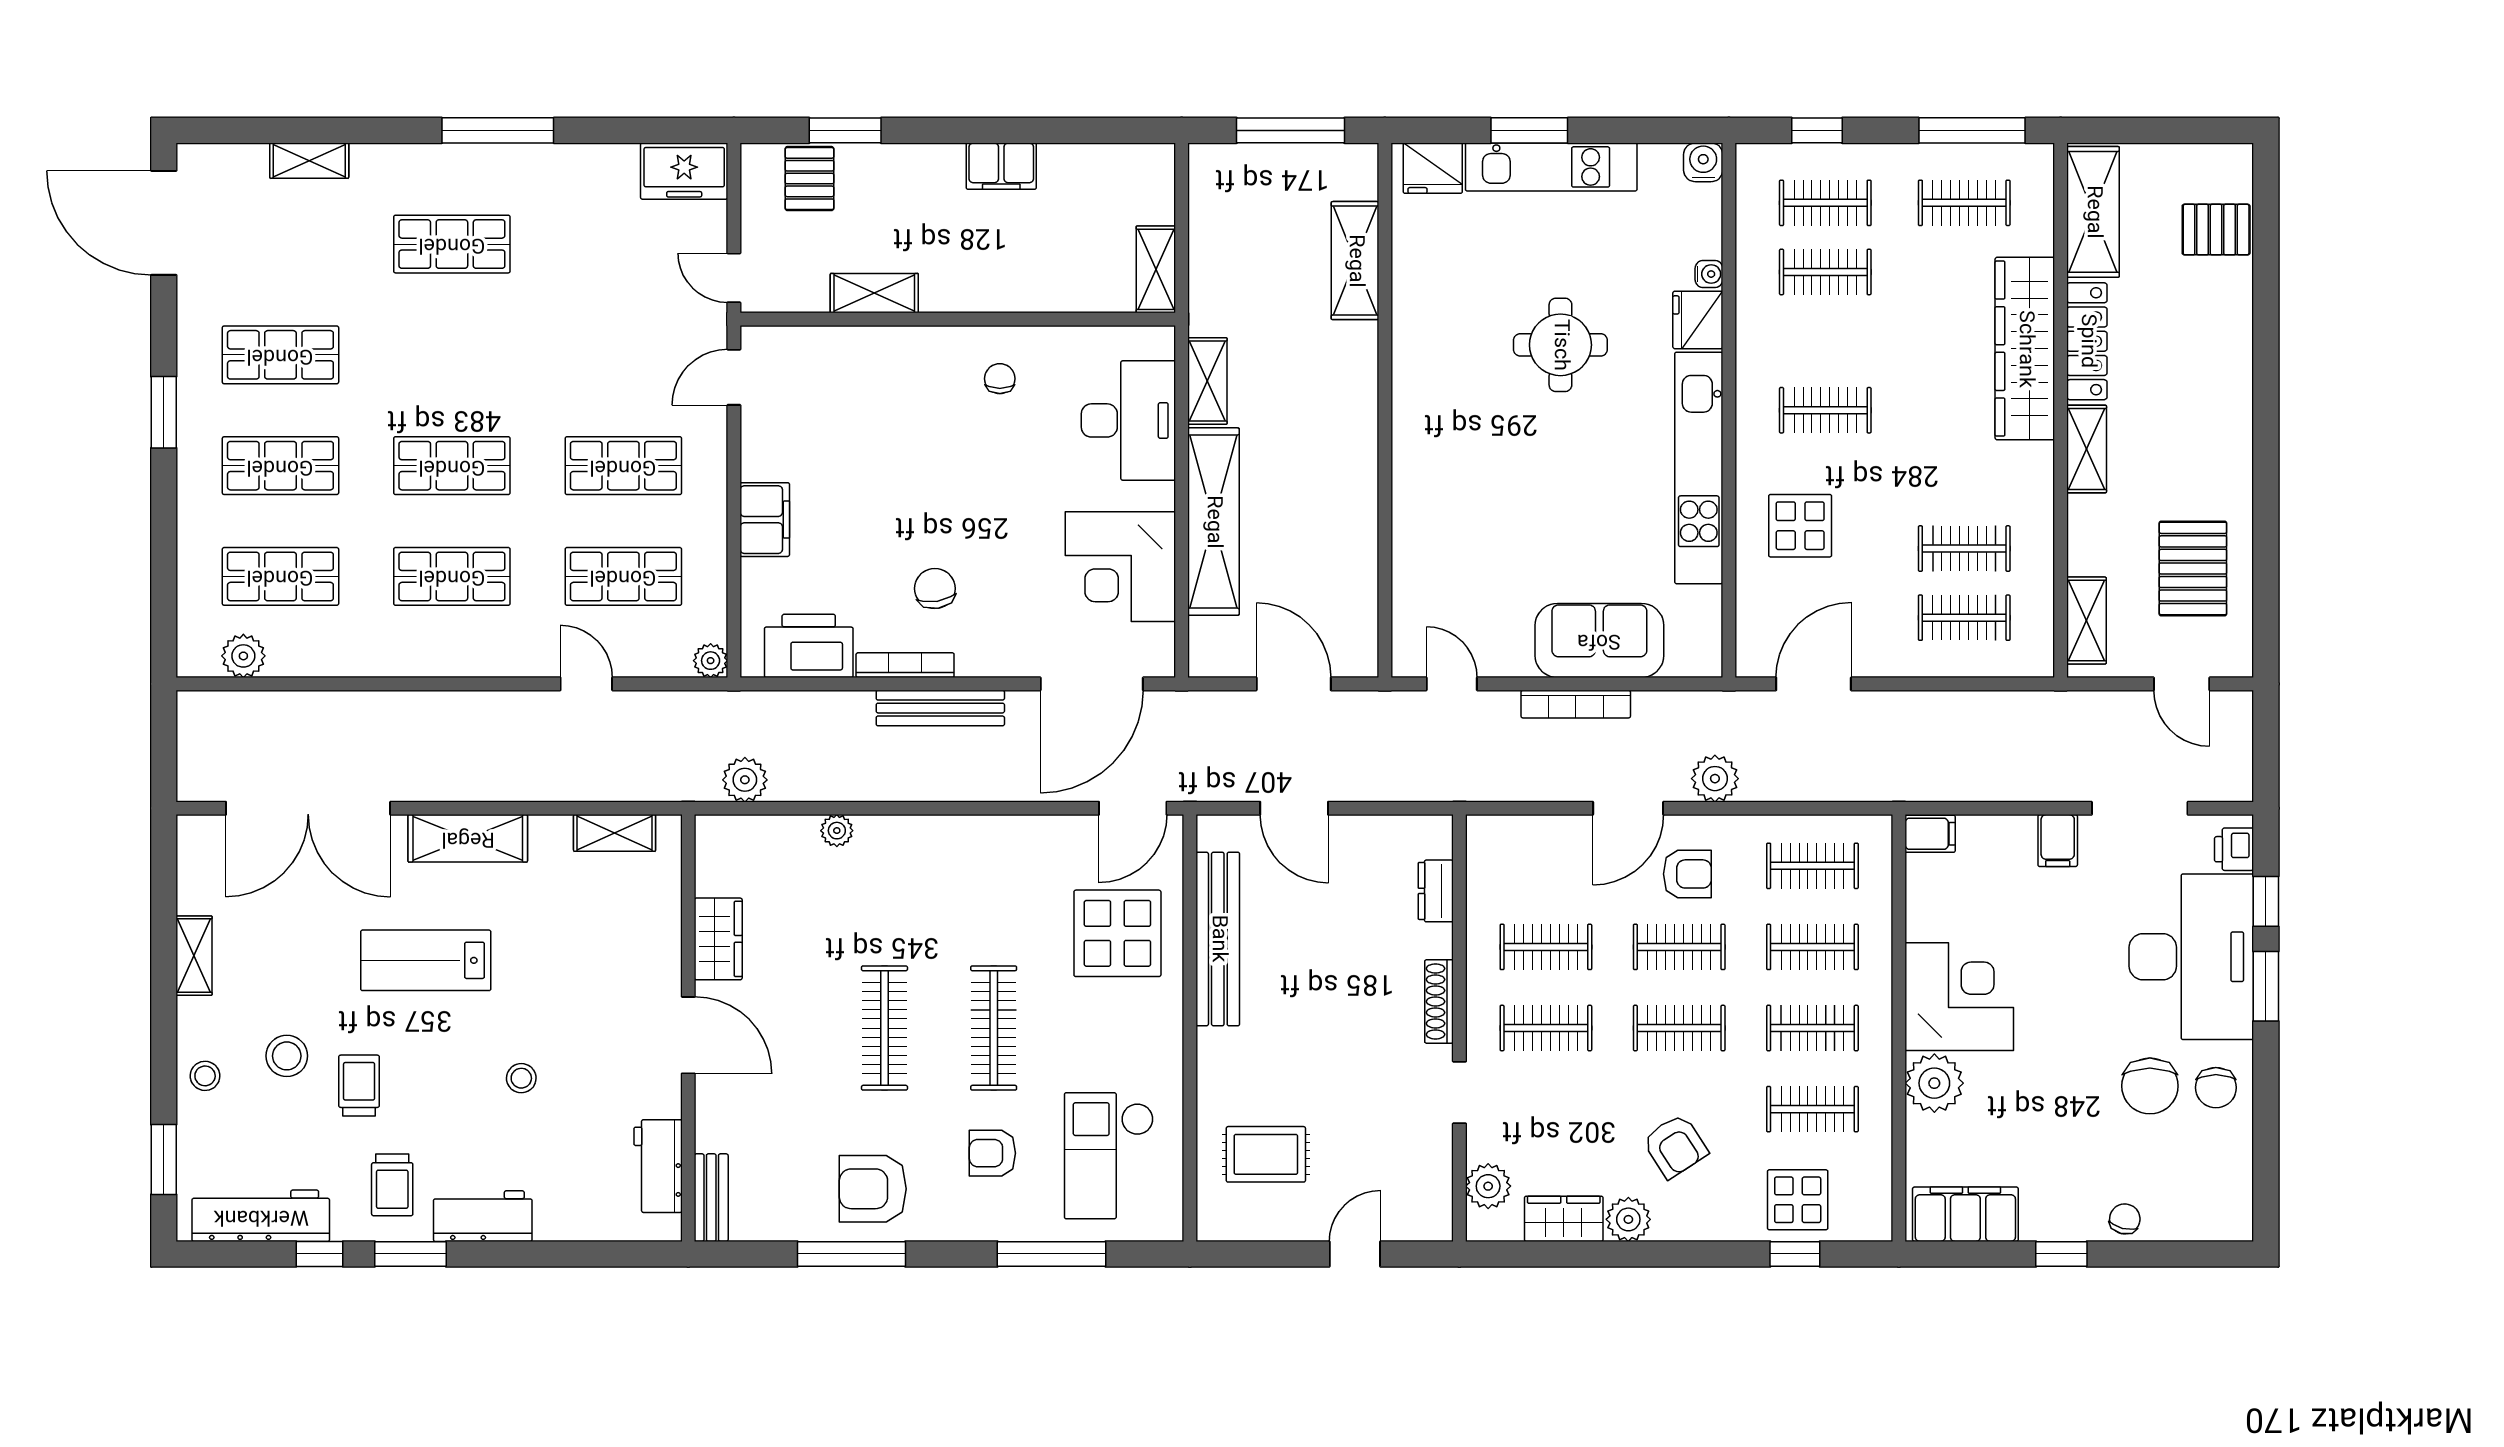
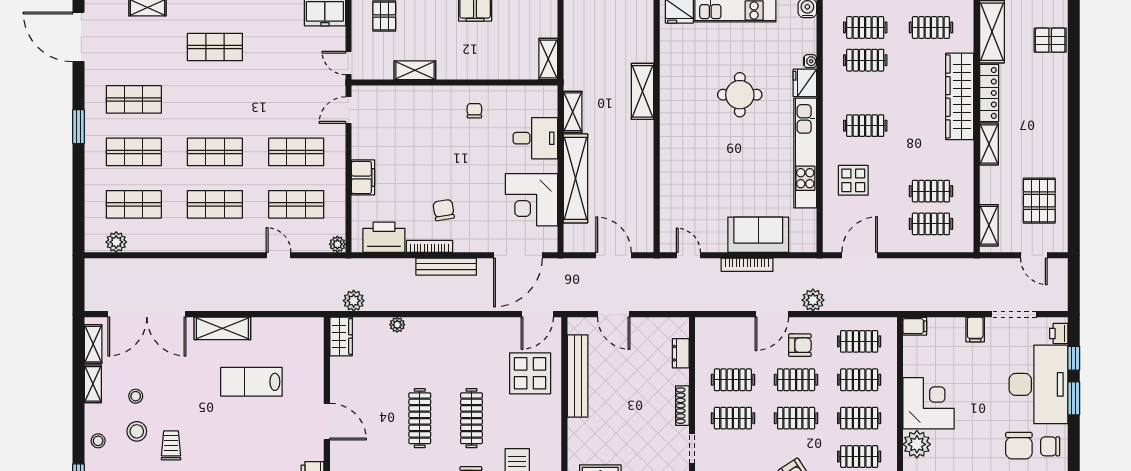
shelving: (1355, 261) -> (643, 91), moved
desk: (1128, 420) -> (535, 138), width x0.73
shelving: (615, 833) -> (93, 344), moved, turned 90
wardrobe: (718, 939) -> (341, 336), moved
lab bench: (426, 960) -> (251, 382), moved
stool: (521, 1078) -> (136, 396), moved
chair: (2216, 1088) -> (1050, 446), turned 90

